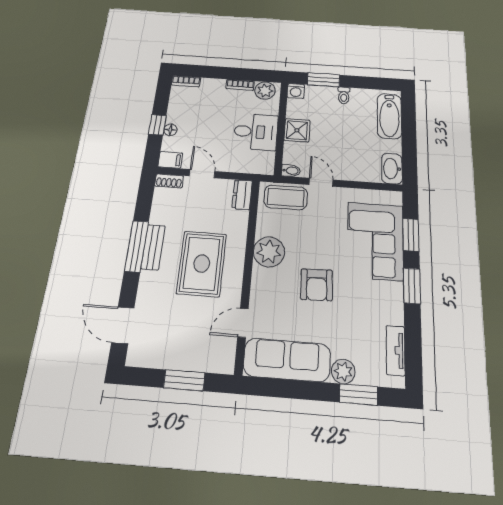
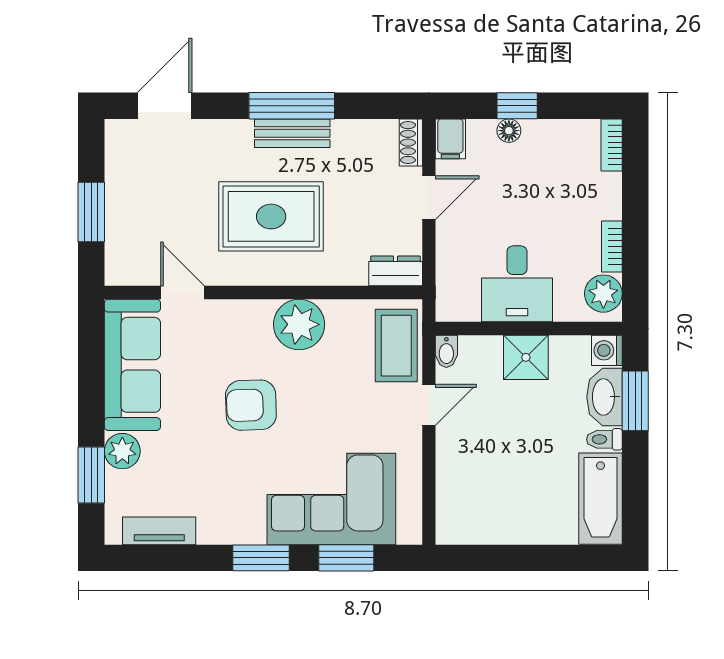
bathtub: (389, 116) -> (601, 499), moved, turned -90
washbasin: (392, 169) -> (605, 397), moved, turned -90

